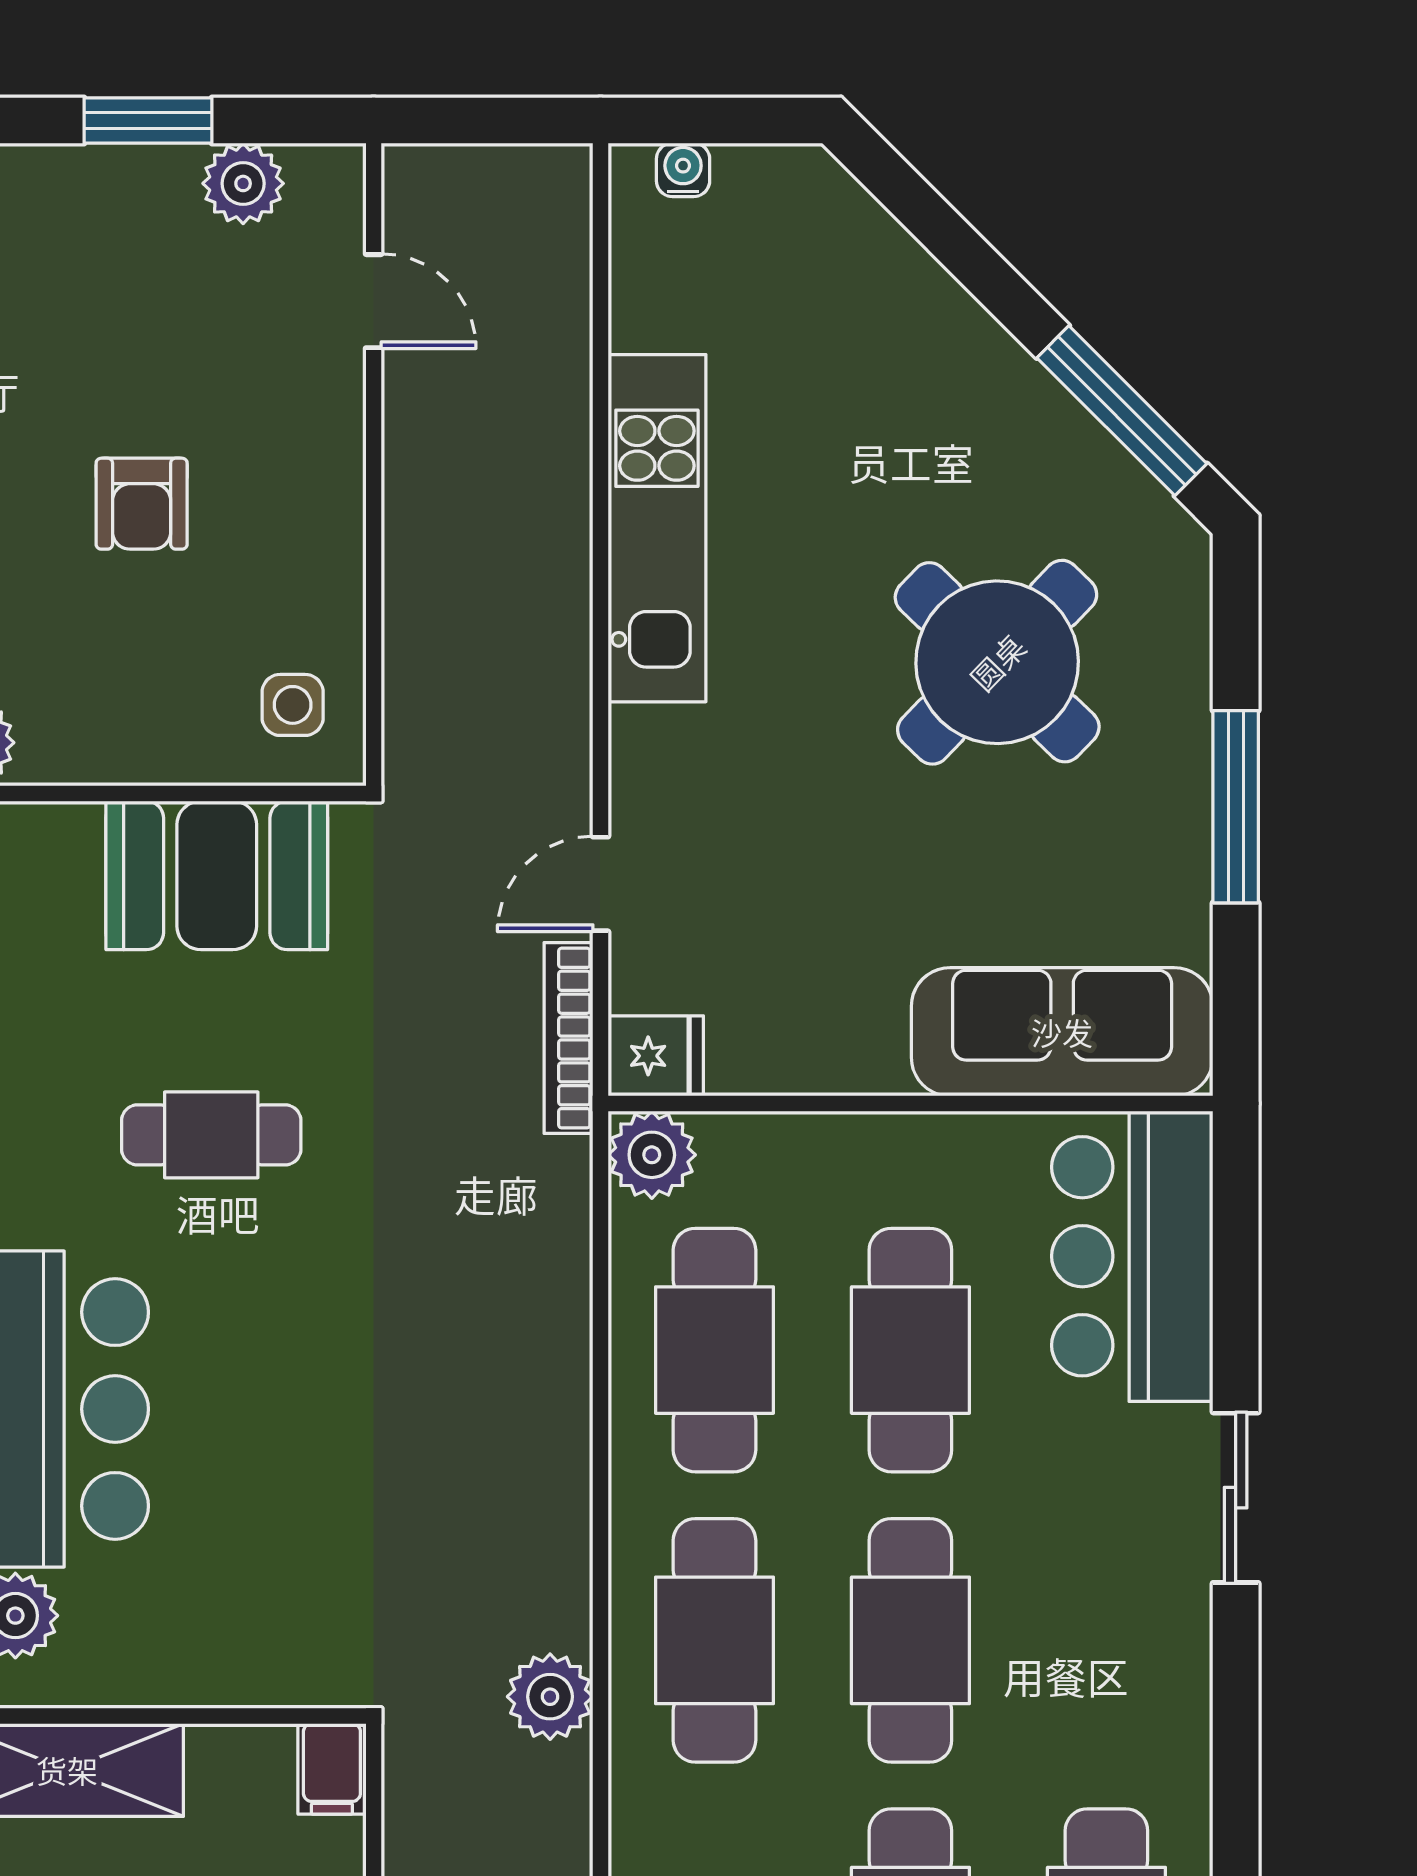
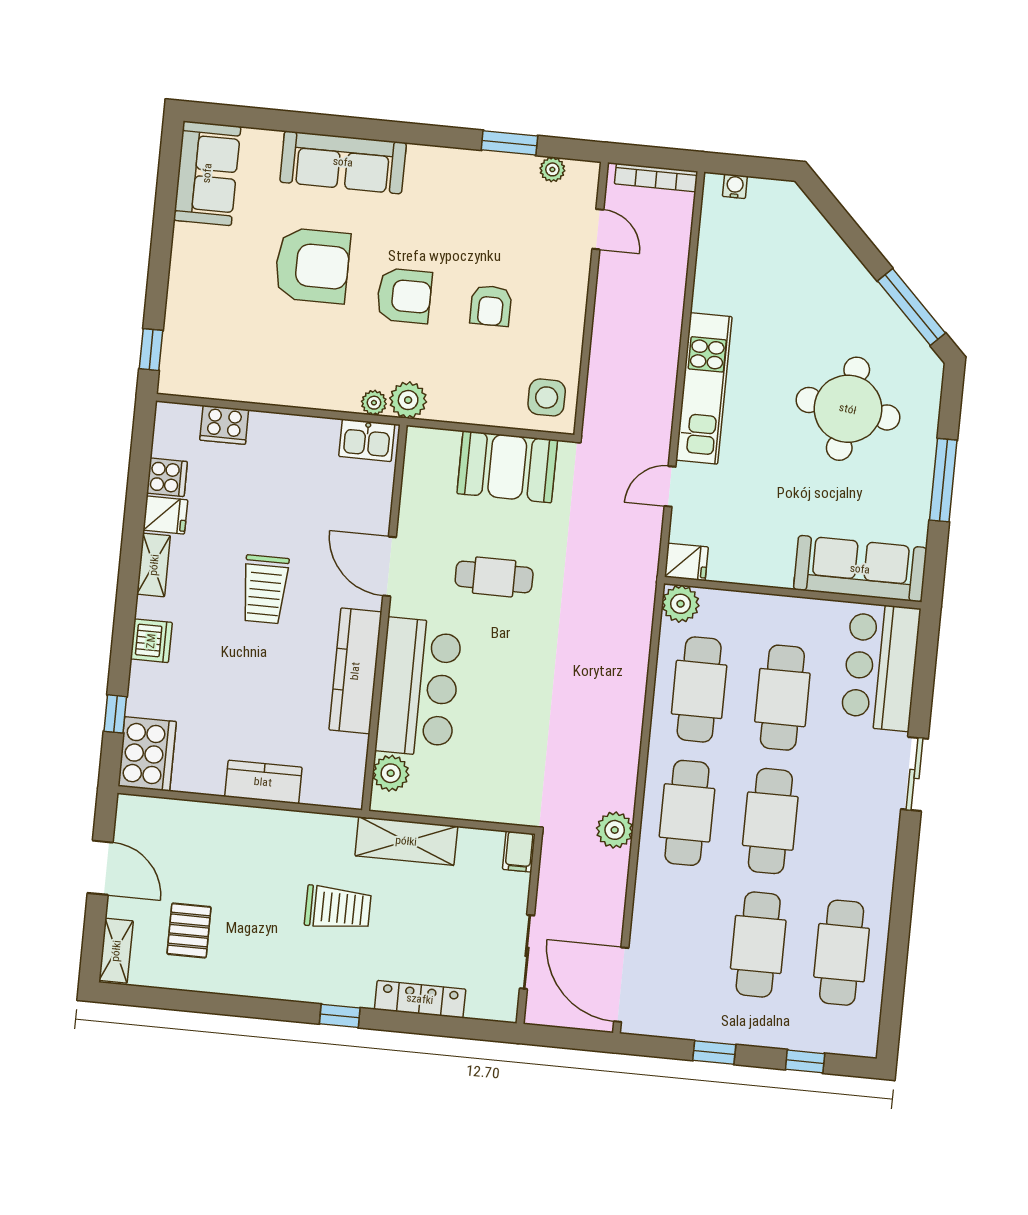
plant: (243, 183) -> (552, 169), width x0.73, depth x0.73
kitchen unit: (657, 528) -> (704, 388), moved
round table: (997, 662) -> (848, 409), turned -37
side table: (293, 705) -> (547, 397), width x1.37, depth x1.37
bookcase: (568, 1038) -> (656, 178), moved, turned -90

